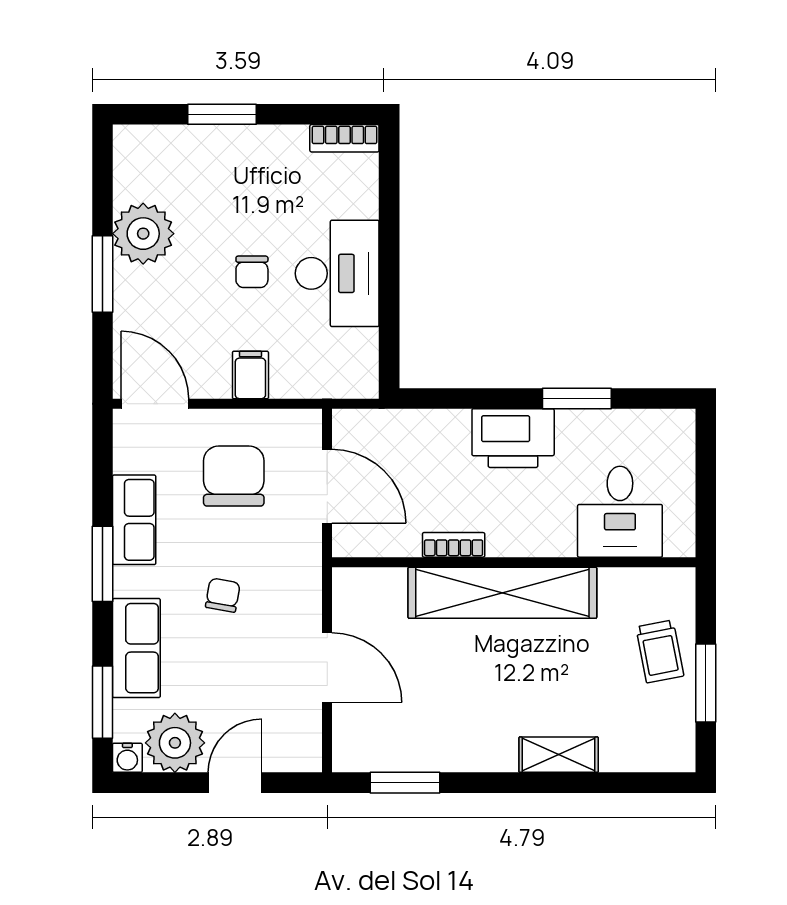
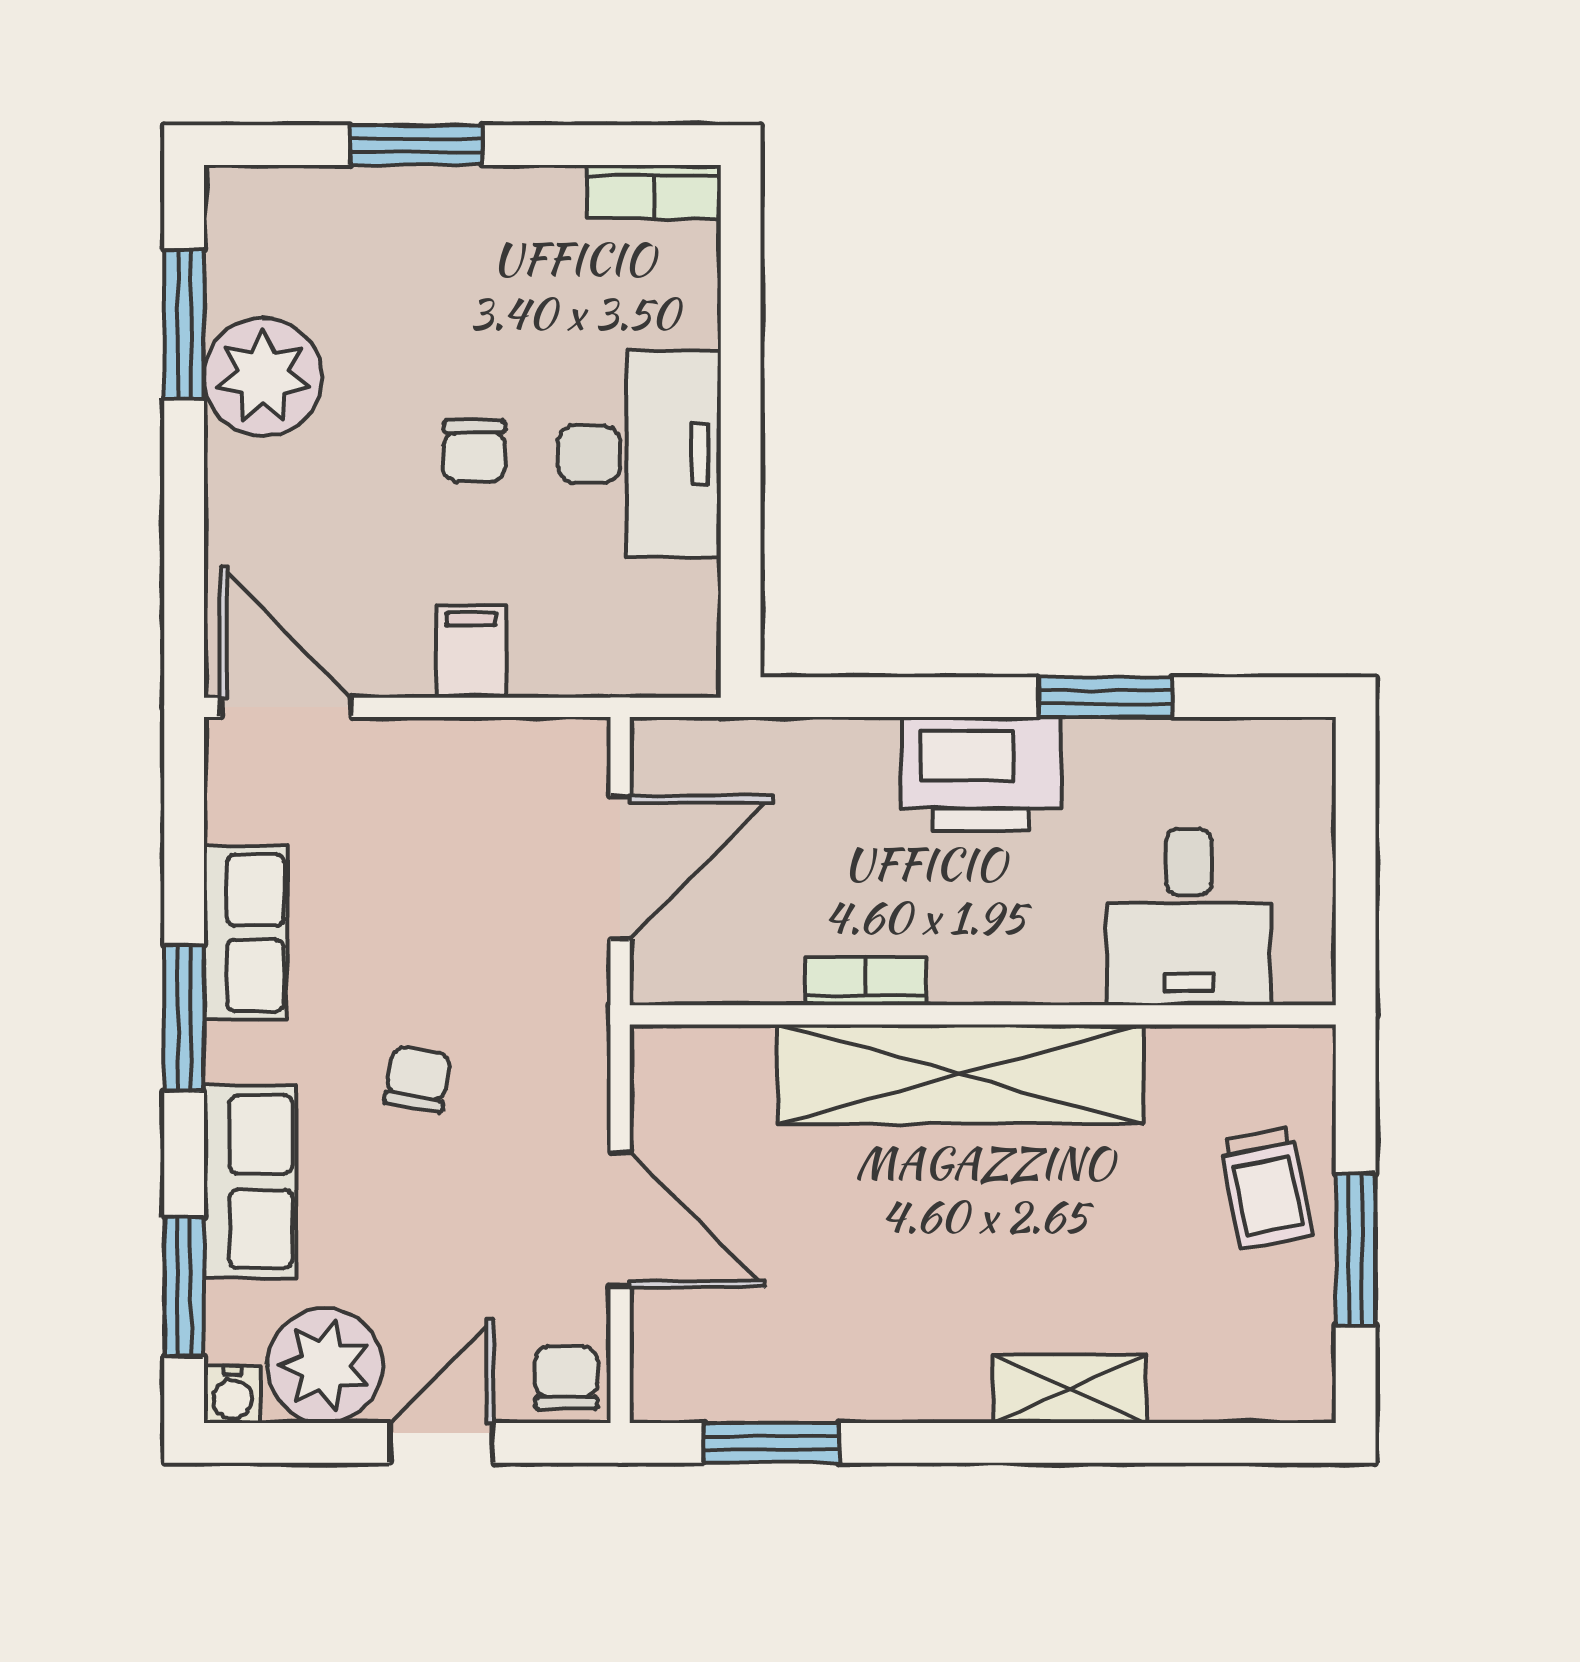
window: (102, 274) -> (184, 324), moved
chair: (234, 476) -> (566, 1378), moved, width x0.54, depth x0.54
door: (327, 486) -> (620, 867), hinge flipped

